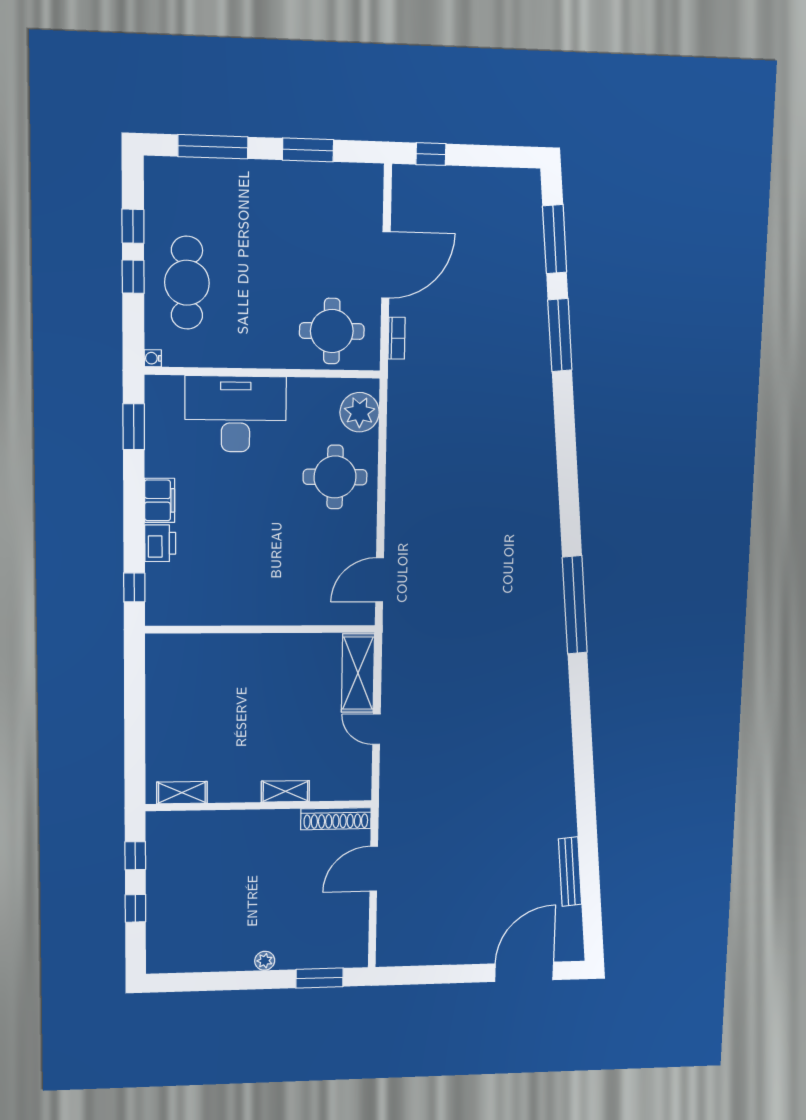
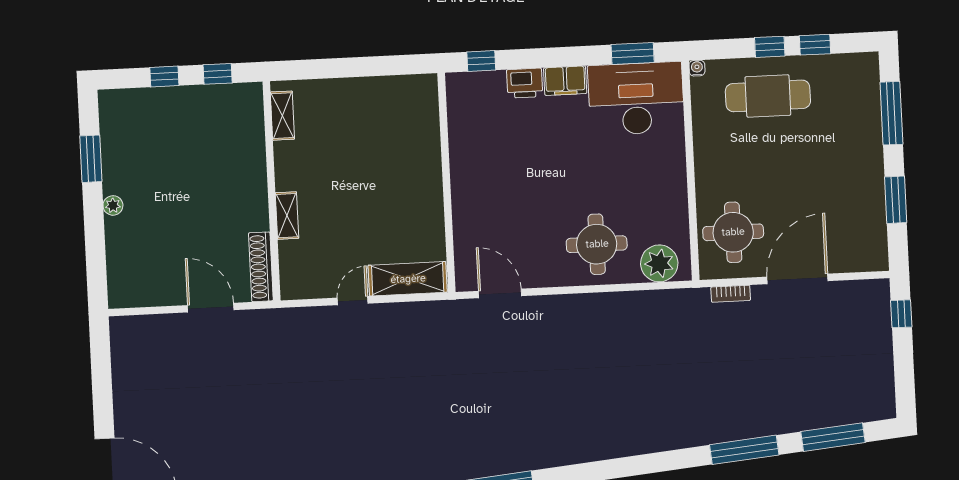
door: (386, 265) -> (797, 279), swing flipped
desk: (236, 414) -> (636, 99), moved, turned -90
window: (320, 978) -> (91, 159), moved

